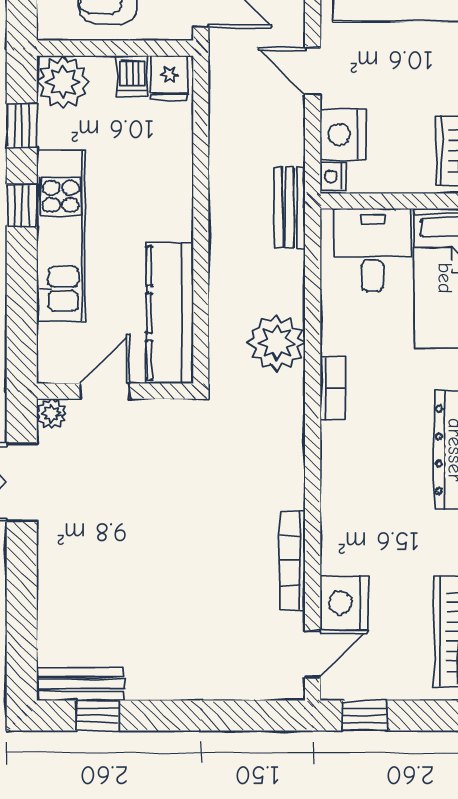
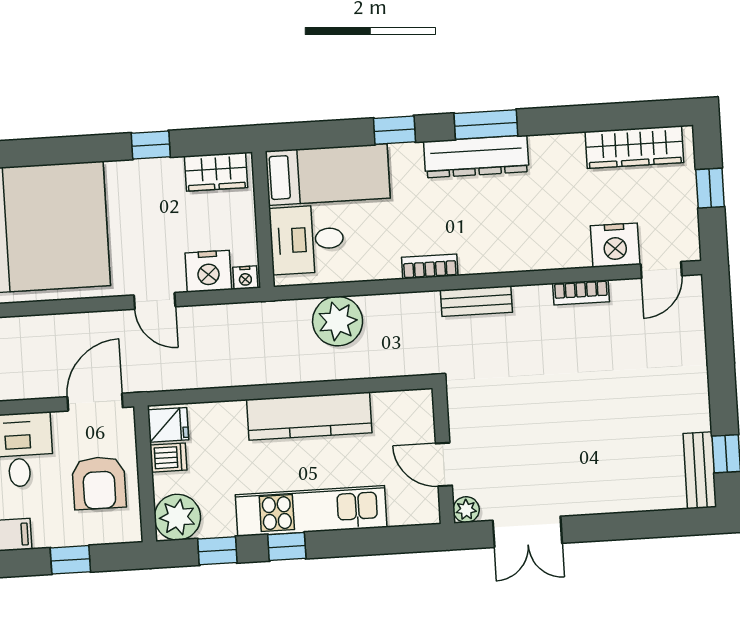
door: (313, 71) -> (155, 301), hinge flipped
bench: (290, 207) -> (476, 301), moved
kitchen counter: (170, 313) -> (309, 416), moved
plant: (277, 343) -> (338, 321), moved
bookcase: (292, 560) -> (581, 292), width x0.64
door: (313, 654) -> (661, 270), swing flipped
window: (365, 716) -> (710, 188), moved

